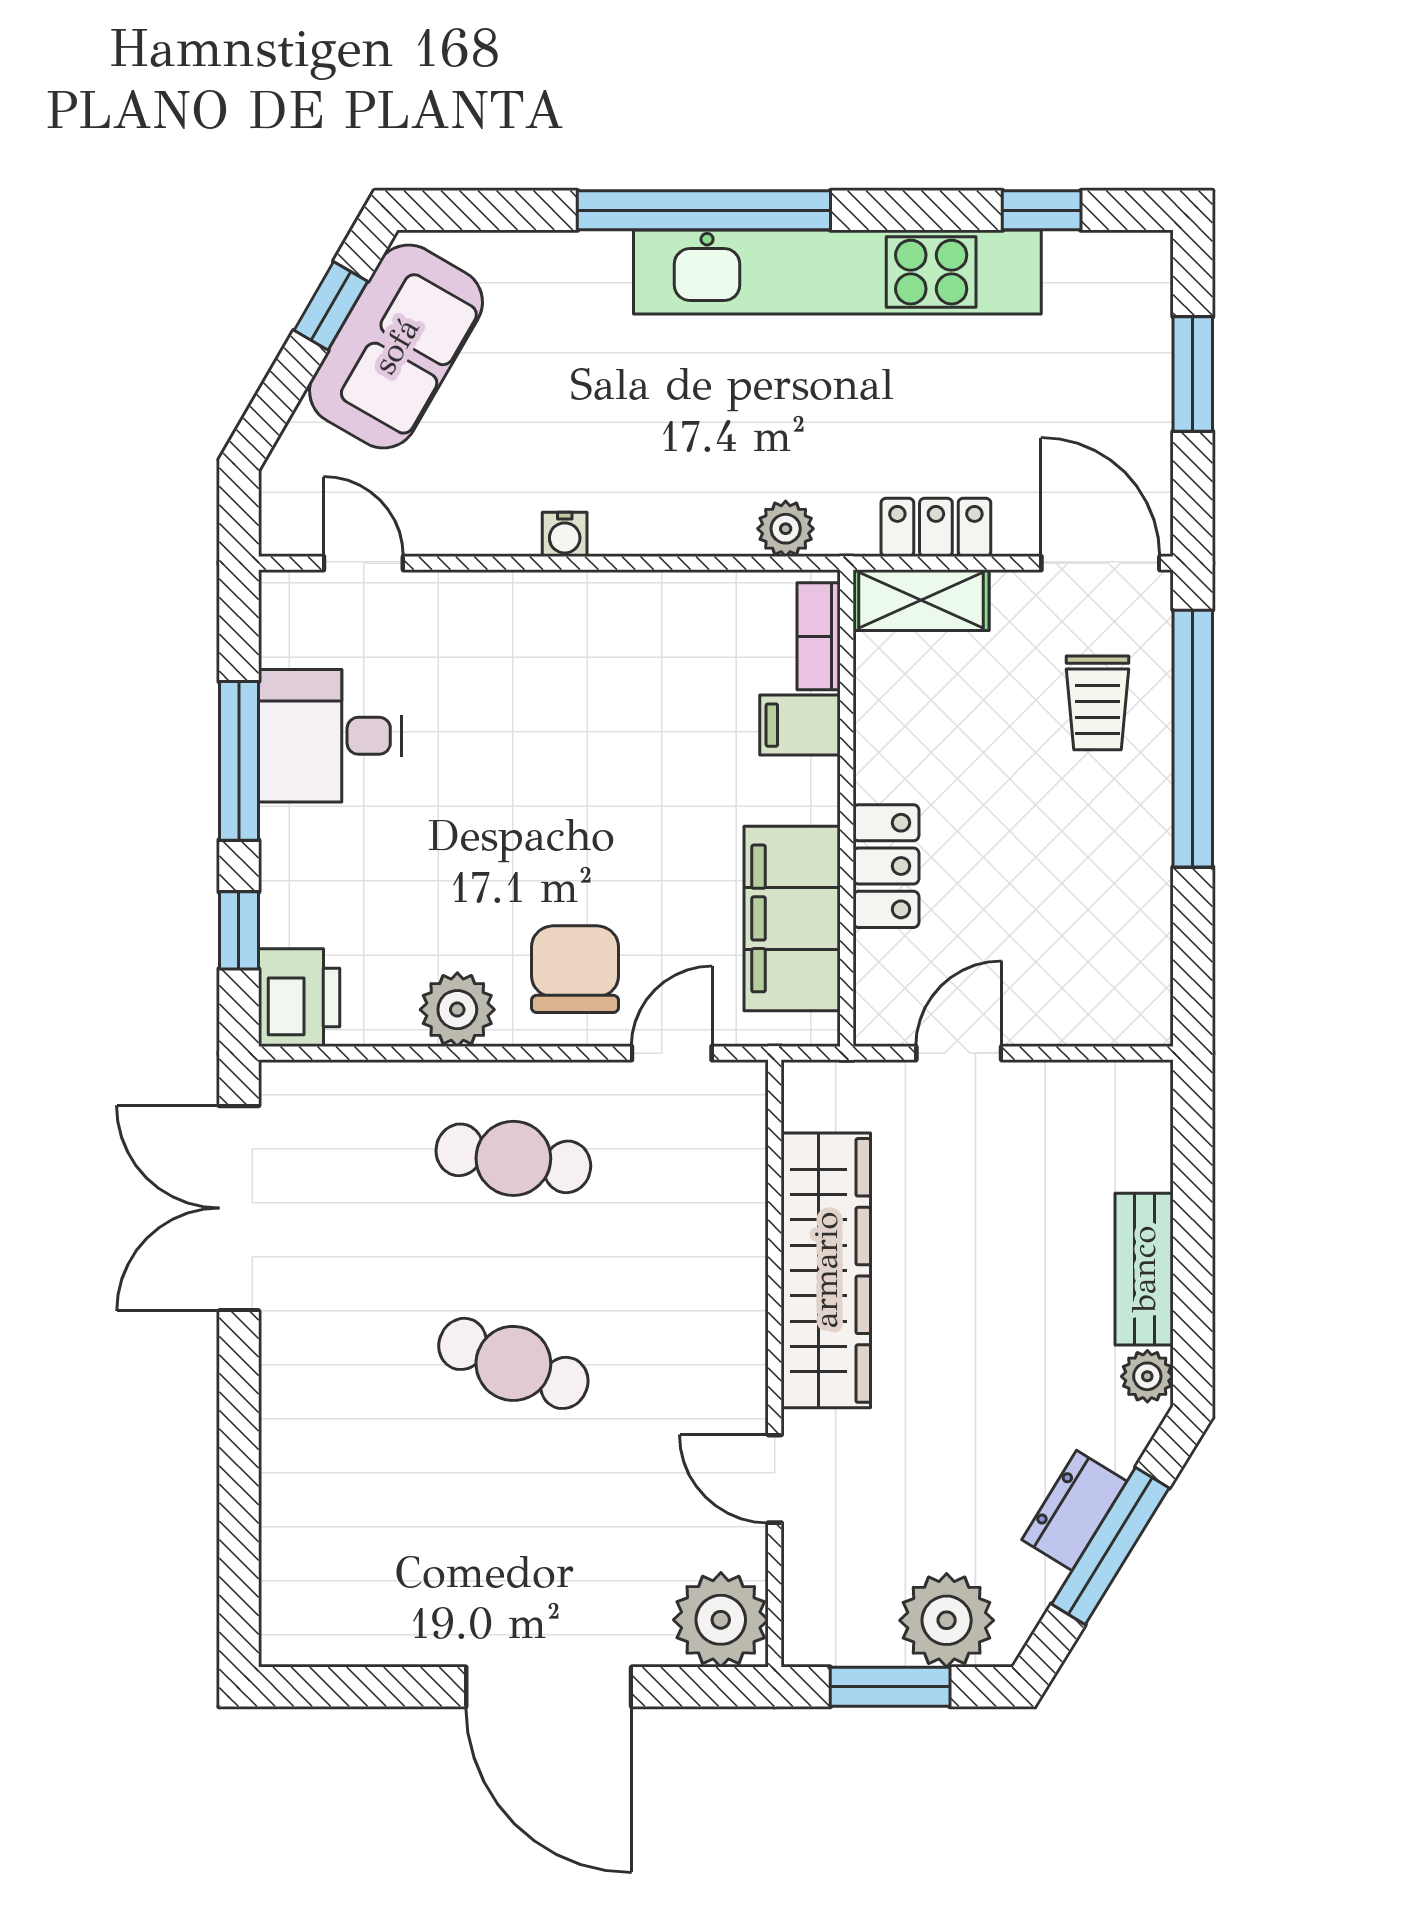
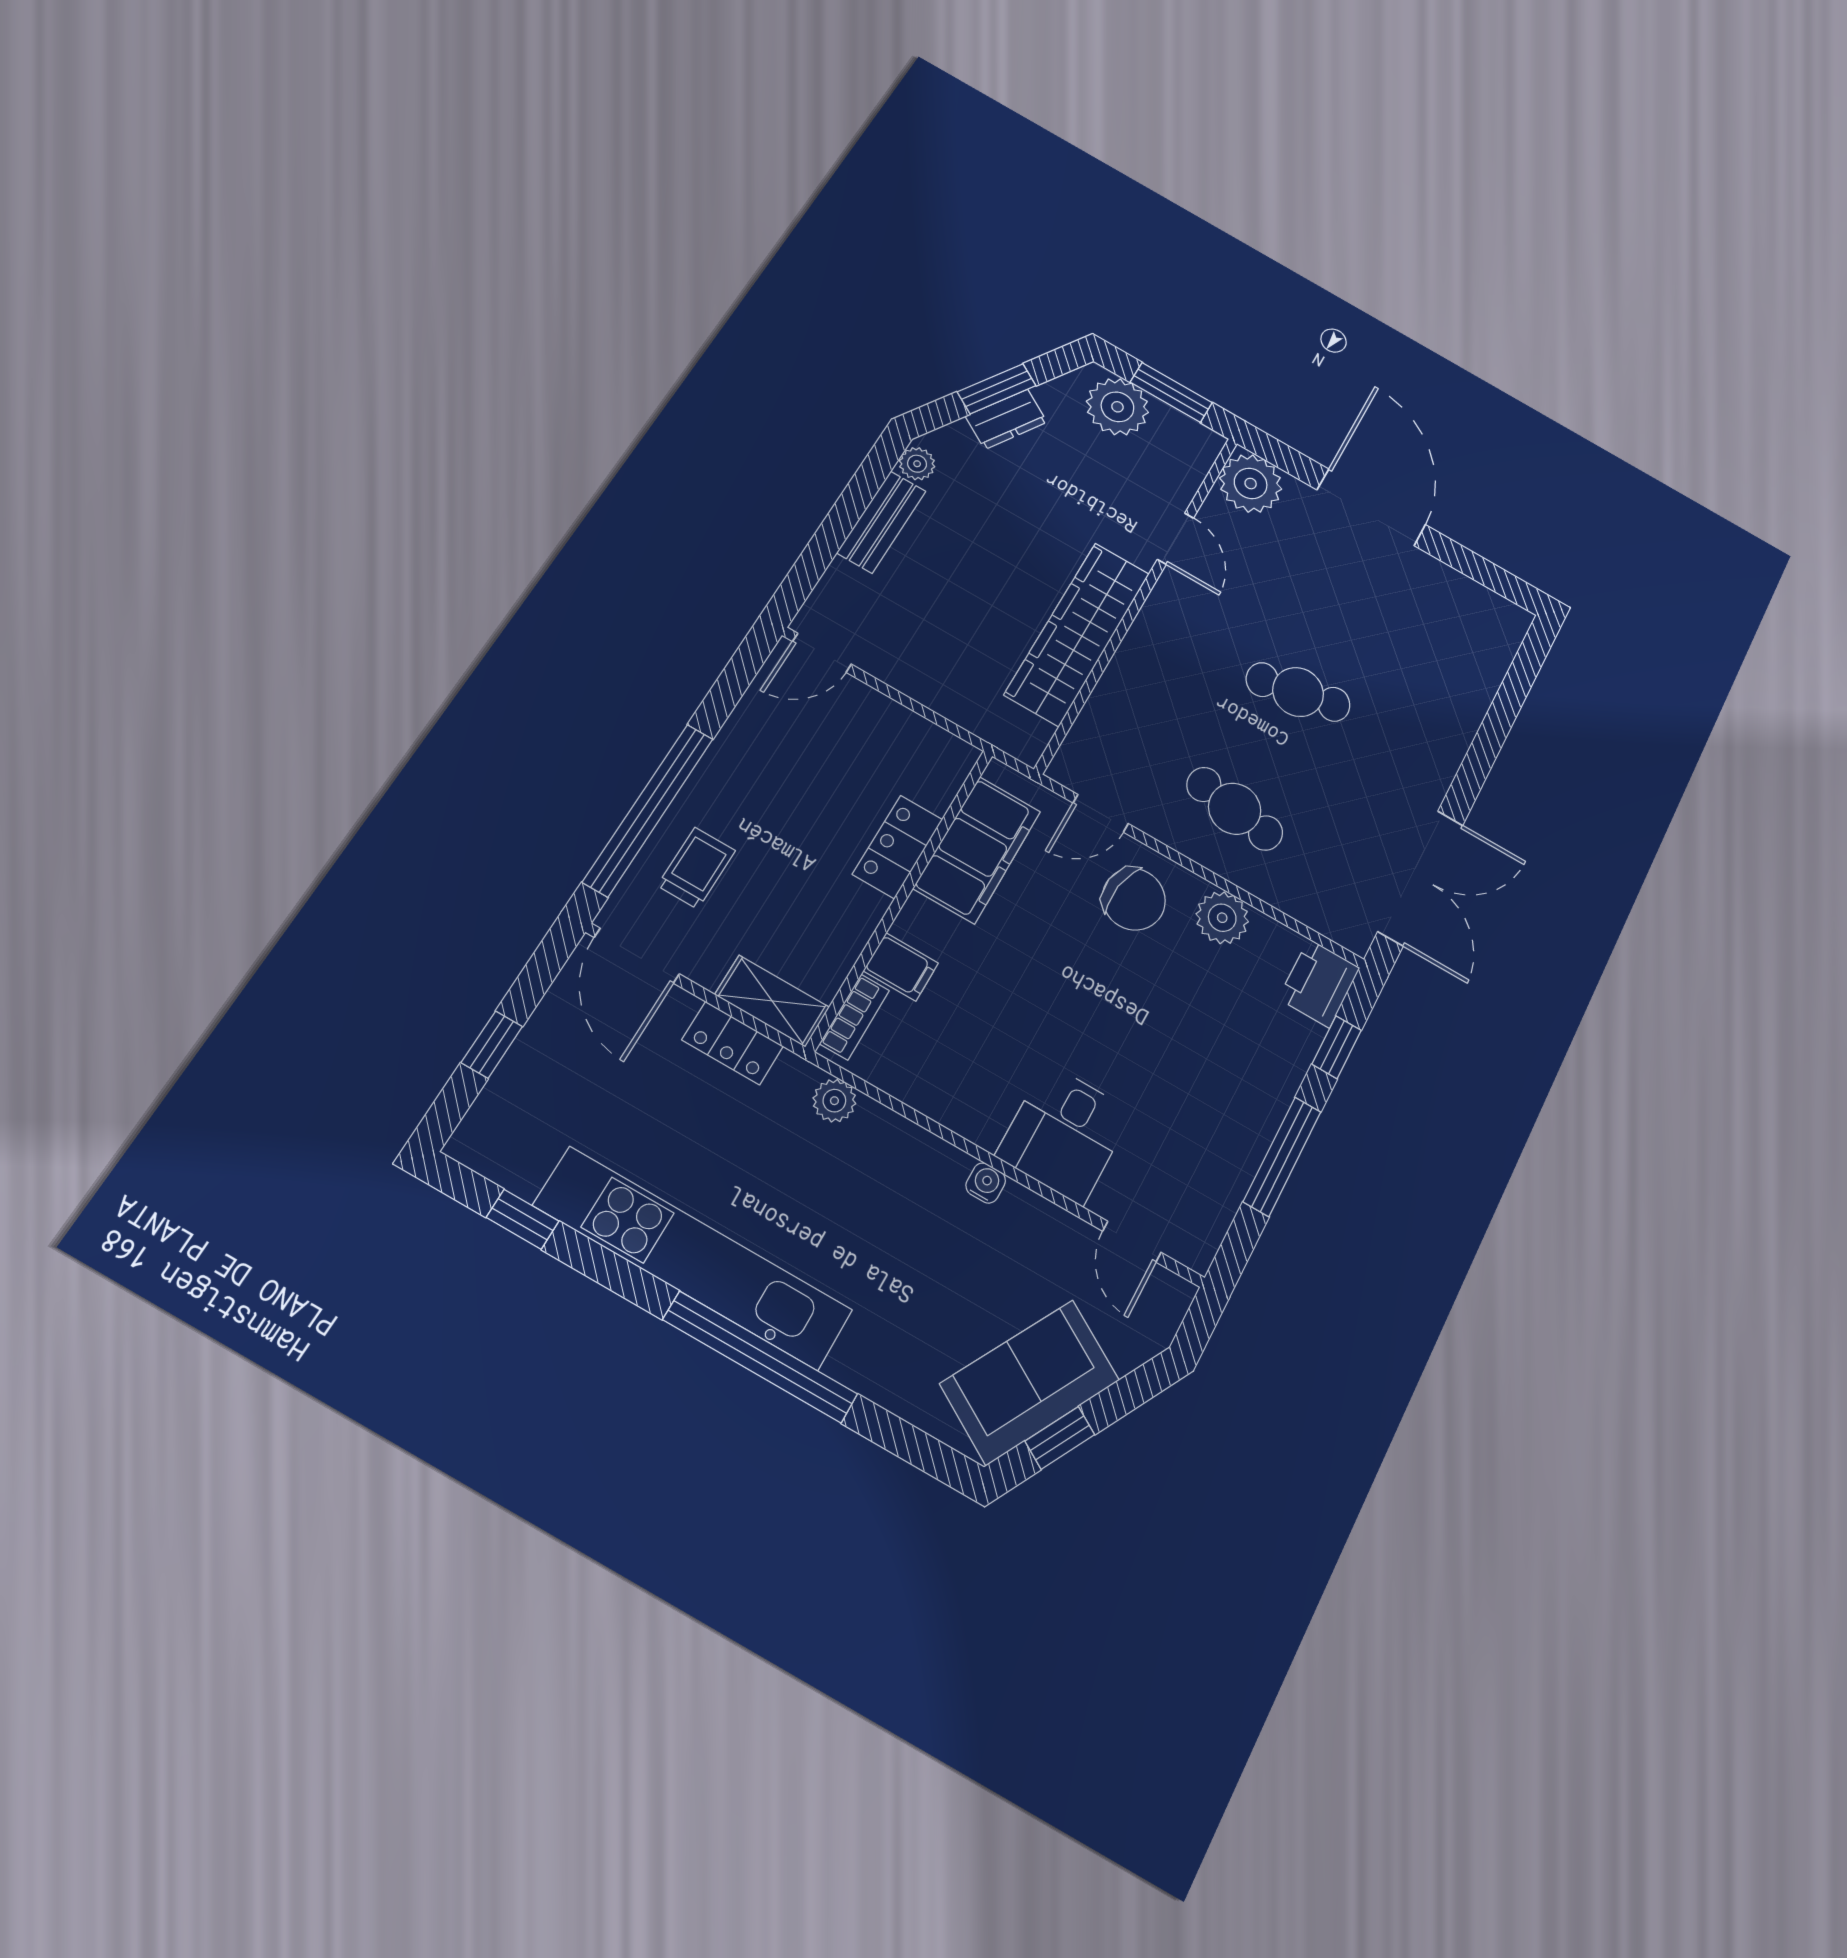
window: (1193, 374) -> (492, 1045), width x0.67
desk: (330, 736) -> (1064, 1134), moved, turned 90
chair: (575, 969) -> (1134, 899), turned -81
door: (959, 1053) -> (822, 653), moved
cafe table: (513, 1363) -> (1298, 692), turned -33
window: (1110, 1546) -> (997, 389), width x0.69

